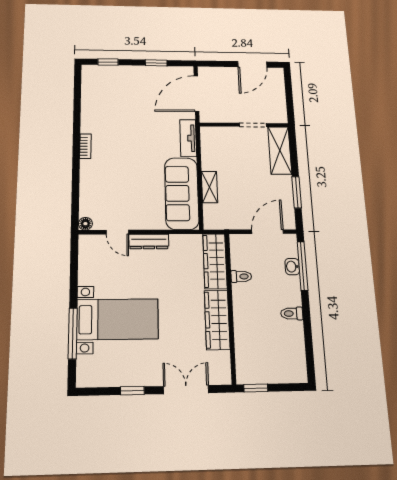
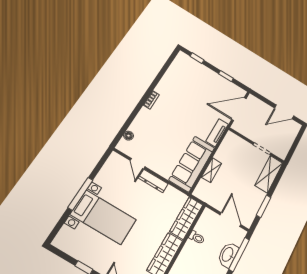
floor lamp: (85, 224) -> (129, 136), moved
door: (268, 232) -> (230, 220), hinge flipped
washbasin: (292, 267) -> (228, 255), width x1.91, depth x1.45
window: (73, 333) -> (80, 194), moved

